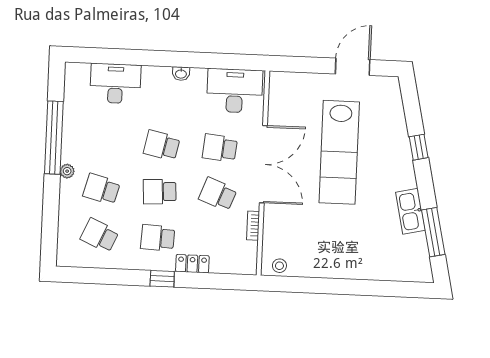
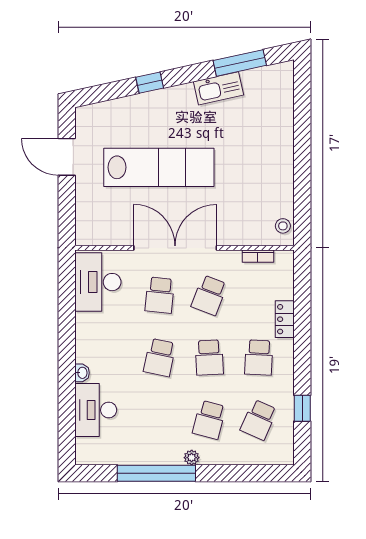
washbasin: (181, 74) -> (82, 373), moved
bookcase: (253, 226) -> (258, 256), moved
window: (162, 279) -> (302, 408), moved

